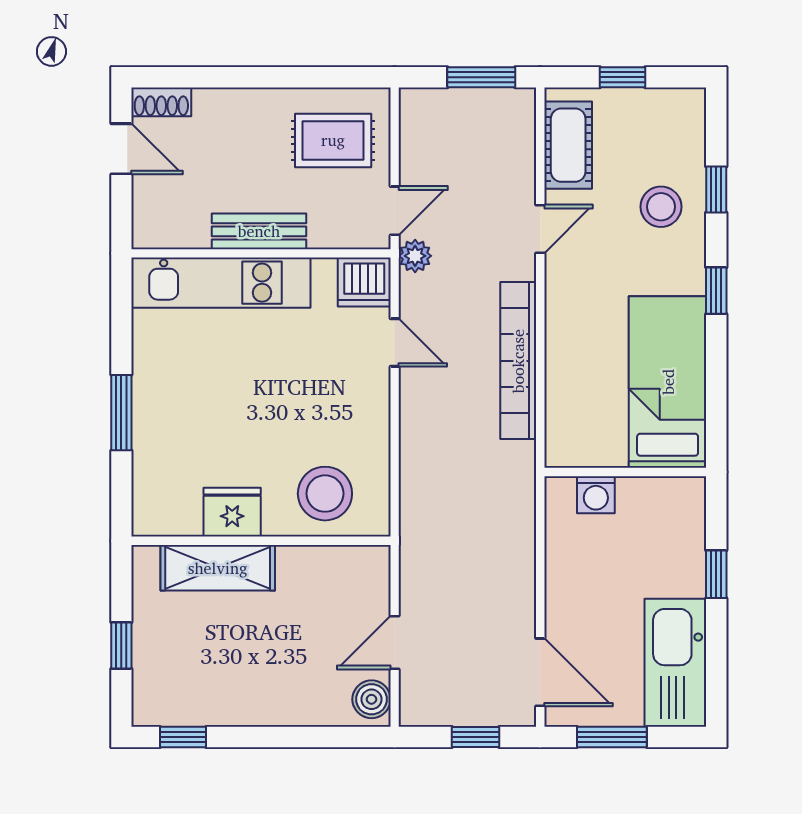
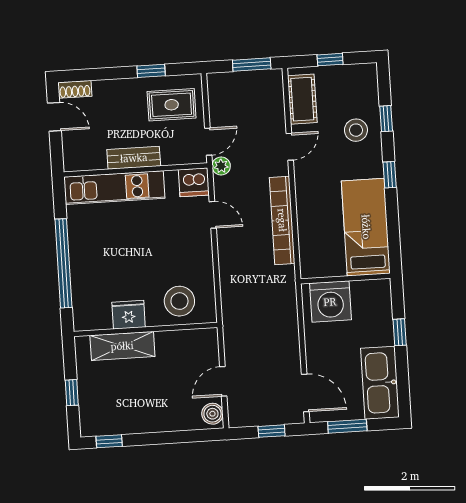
window: (300, 77) -> (151, 71), added
window: (121, 413) -> (64, 263), width x2.11
washing machine: (596, 495) -> (330, 302), width x1.89, depth x1.89

